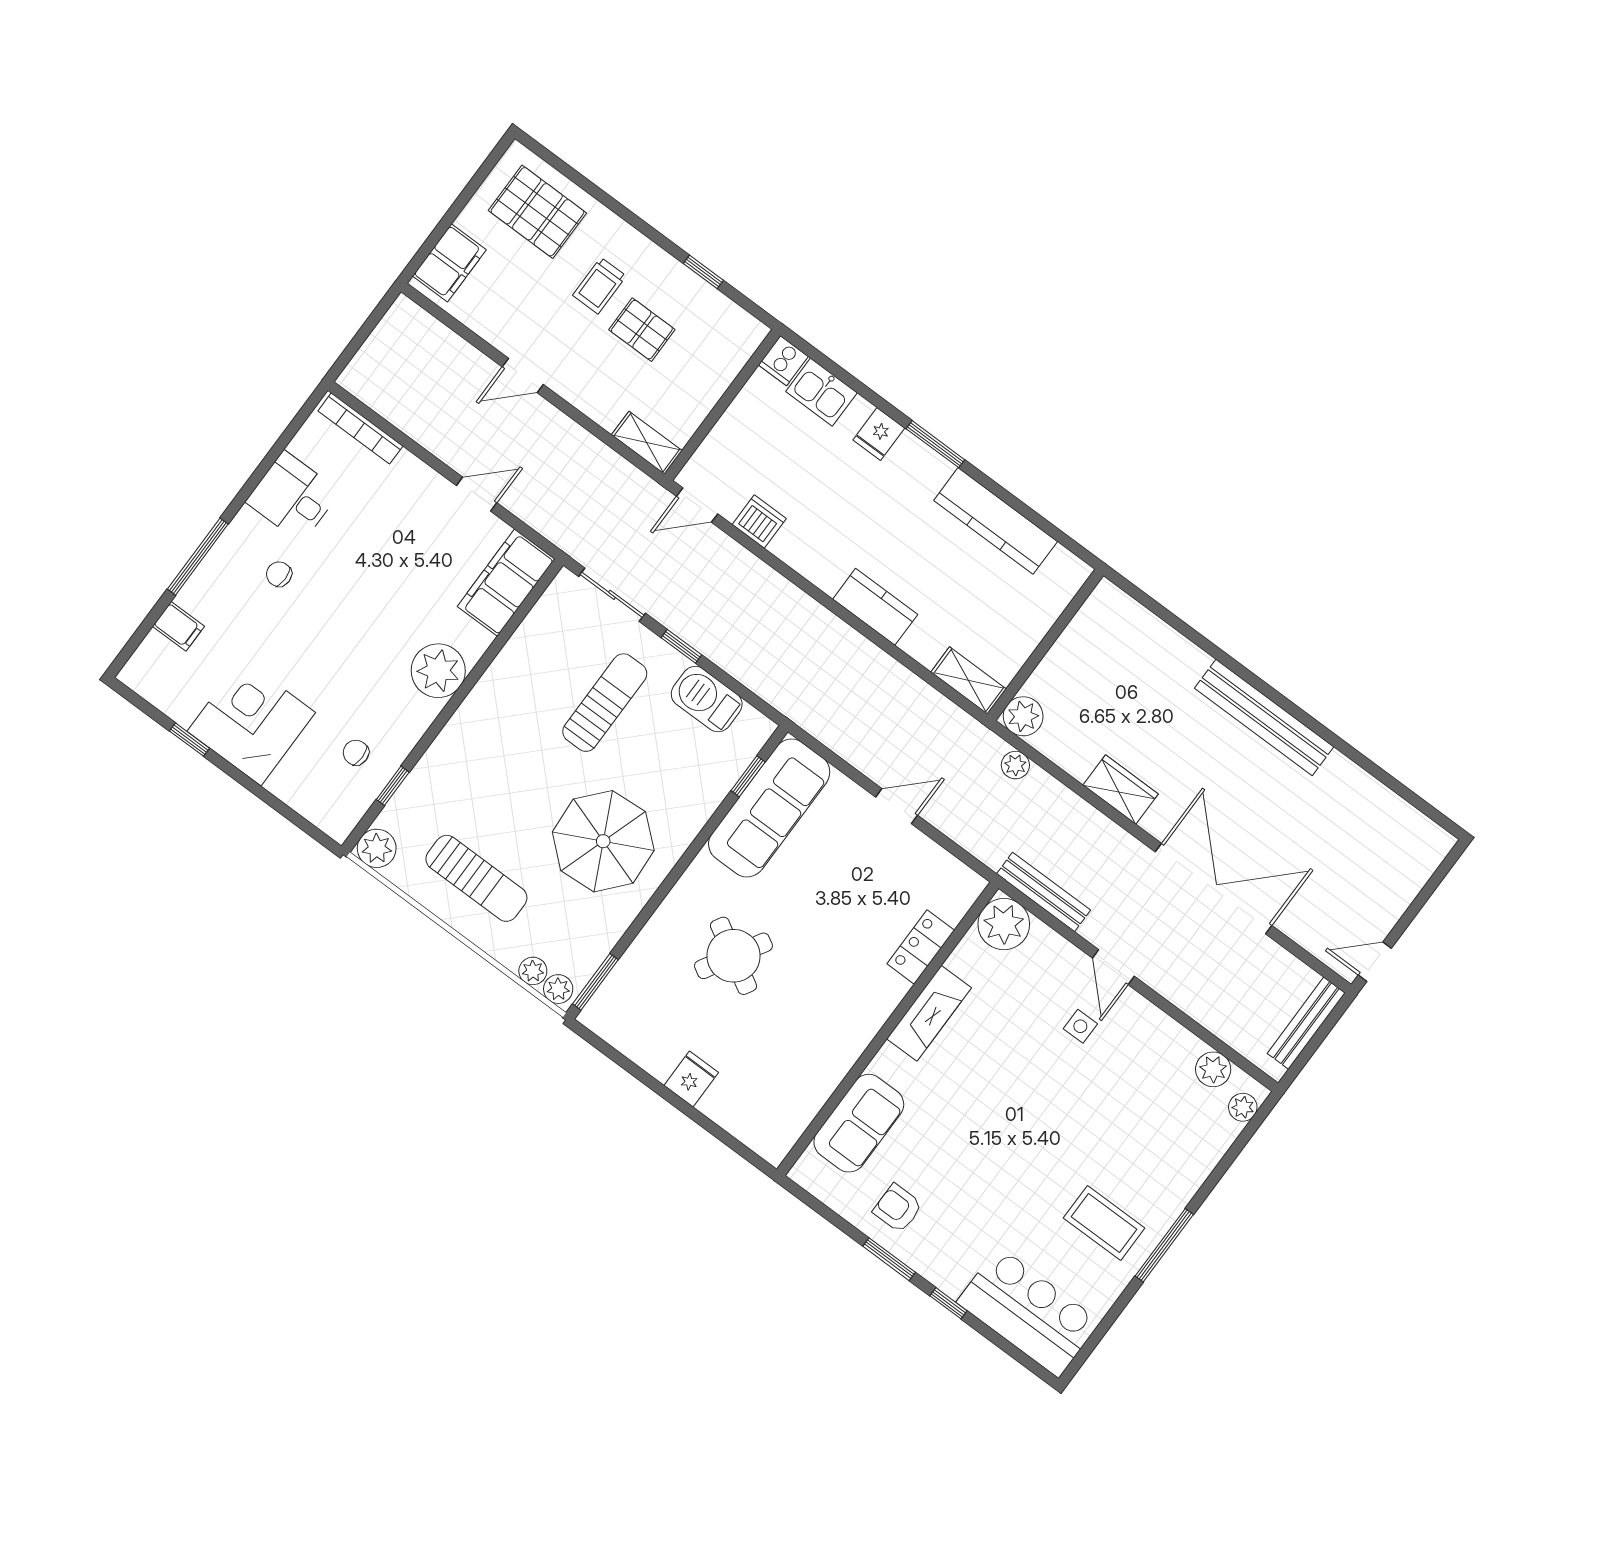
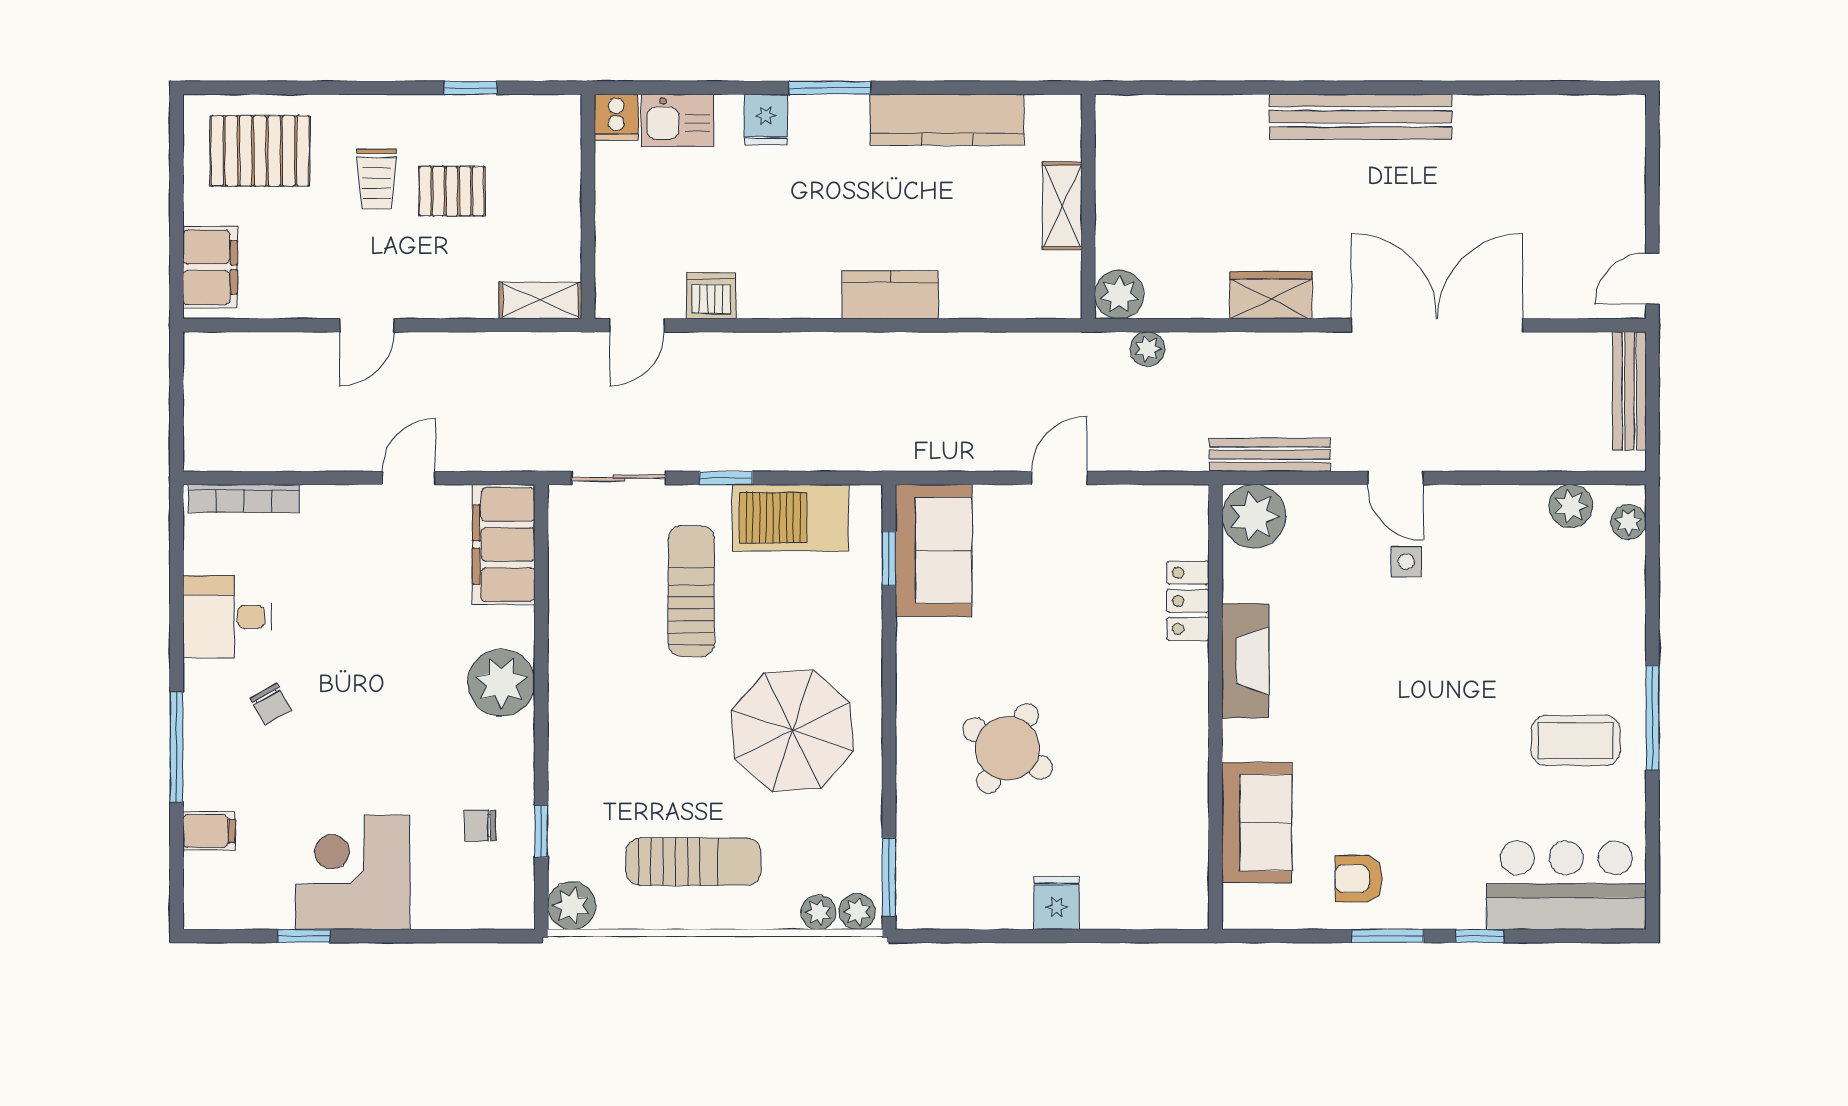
chair: (279, 574) -> (271, 704), turned -119
shelving: (969, 680) -> (1062, 206), moved, turned 90
barbecue: (707, 699) -> (790, 518), width x1.37, depth x1.21
sofa: (769, 808) -> (934, 550), width x0.73

